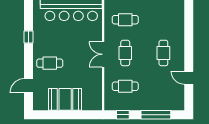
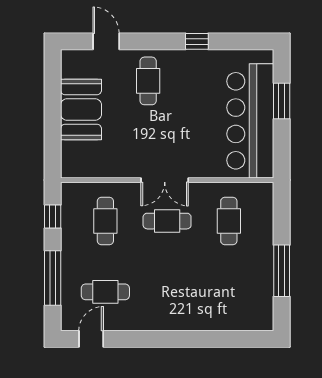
cafe table: (163, 53) -> (105, 292), moved
double door: (103, 54) -> (165, 180), swing flipped
door: (189, 78) -> (91, 339), moved

